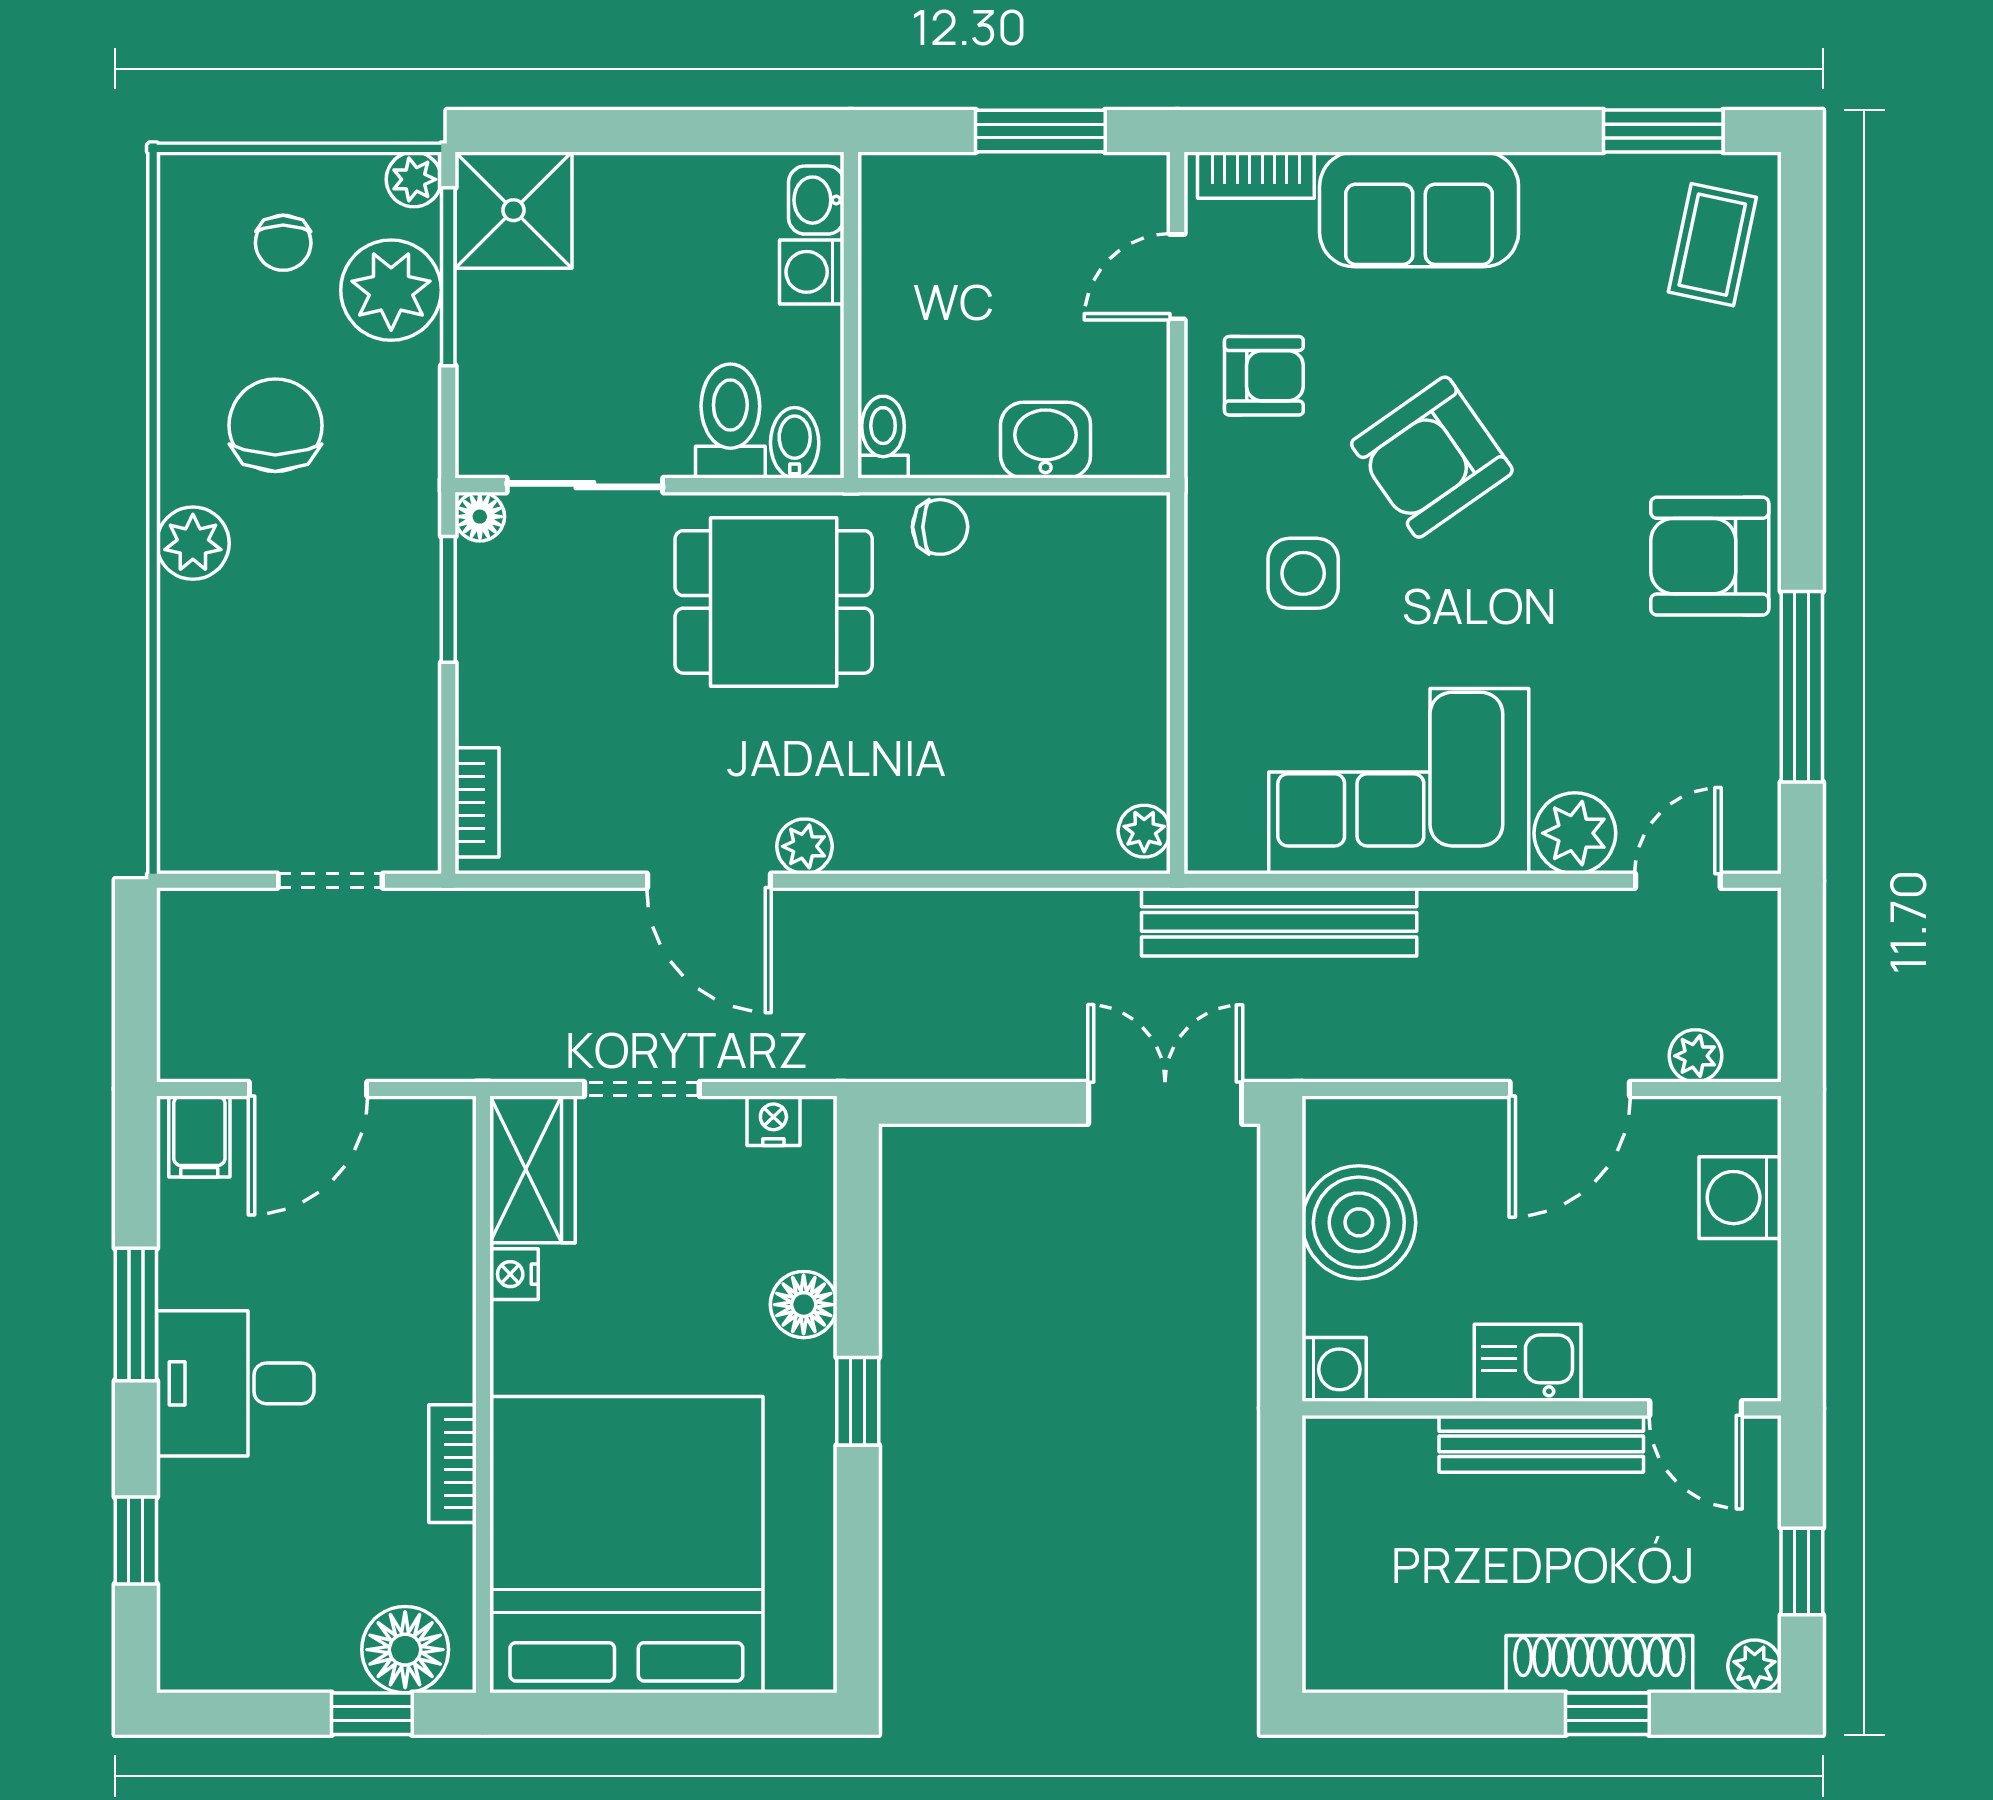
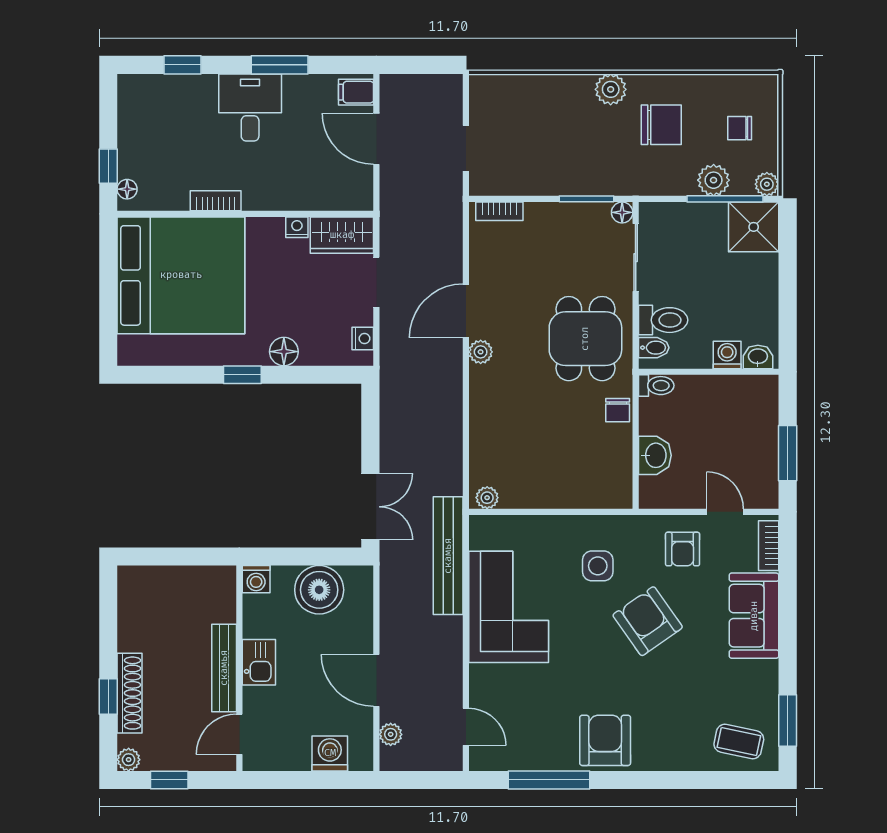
plant: (391, 290) -> (714, 180), width x0.73, depth x0.73
plant: (1575, 833) -> (486, 683), removed
floor lamp: (405, 1650) -> (127, 189), width x0.53, depth x0.53

